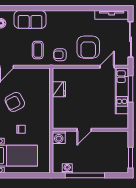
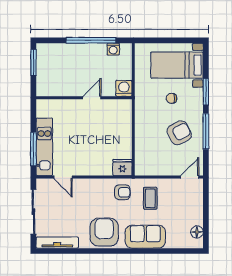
sofa: (30, 20) -> (145, 237), moved
armchair: (88, 47) -> (104, 232), moved
door: (107, 67) -> (63, 177), hinge flipped
fridge: (59, 89) -> (122, 168), moved, turned 90

